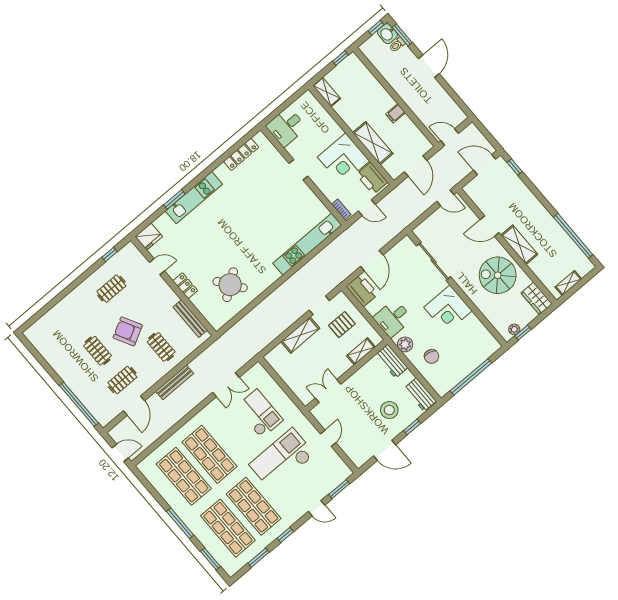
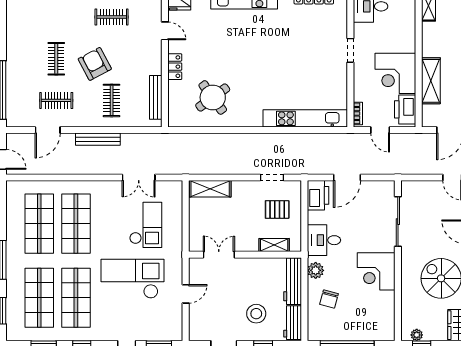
shelving: (300, 335) -> (210, 189), moved
workbench: (392, 361) -> (293, 281), width x1.38

